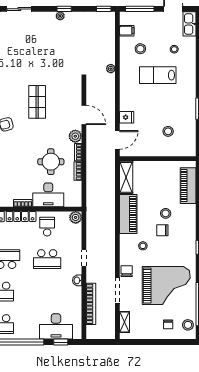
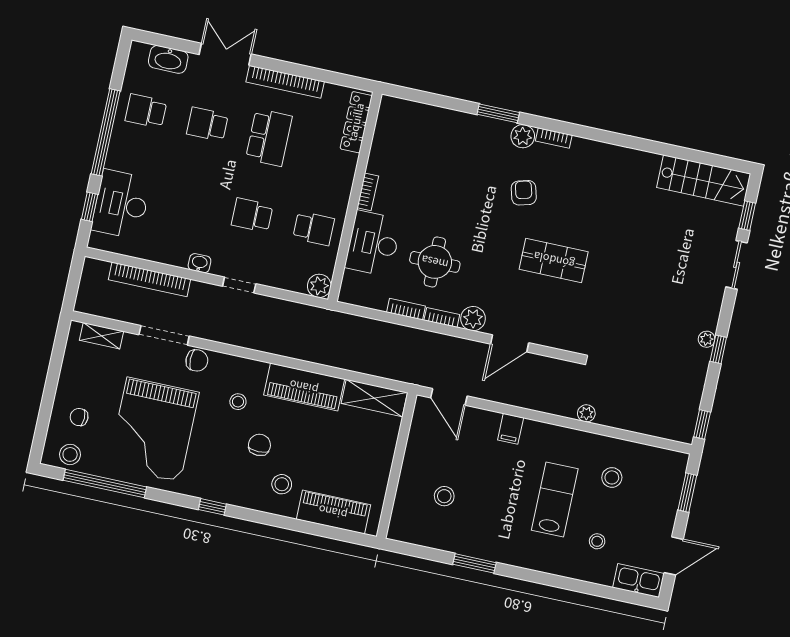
window: (140, 9) -> (687, 493), width x0.69
filing cabinet: (127, 31) -> (511, 429), moved
fridge: (127, 117) -> (488, 424), removed
stool: (166, 213) -> (282, 484), moved
locker: (21, 216) -> (343, 183), removed
school desk: (47, 259) -> (252, 215), width x0.54

